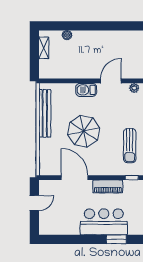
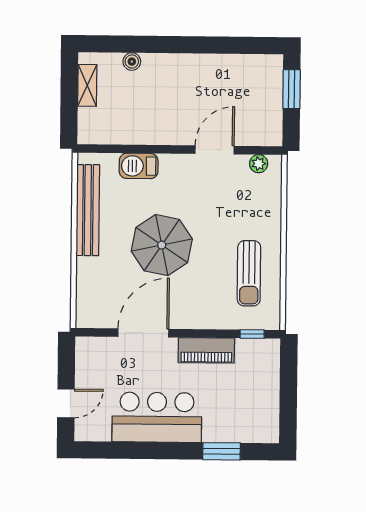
barbecue: (86, 90) -> (139, 166), moved
door: (75, 178) -> (143, 333), hinge flipped
door: (34, 203) -> (66, 403), moved
bar counter: (104, 222) -> (157, 417), moved

